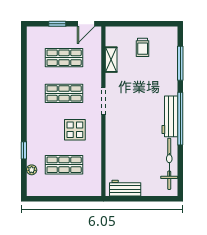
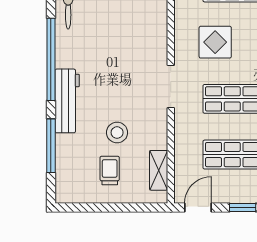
shelving: (111, 60) -> (159, 170), moved
stool: (138, 72) -> (117, 133), added
workbench: (170, 116) -> (67, 101), moved

